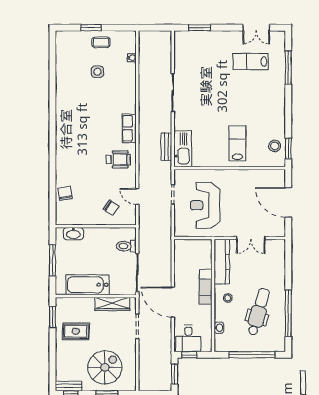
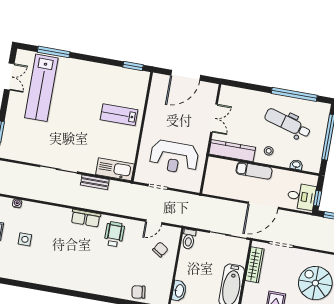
lab bench: (251, 61) -> (41, 88), width x1.86, depth x1.39
stool: (275, 146) -> (128, 79), removed
bench: (166, 147) -> (95, 182), moved
toilet: (126, 246) -> (189, 239), moved

